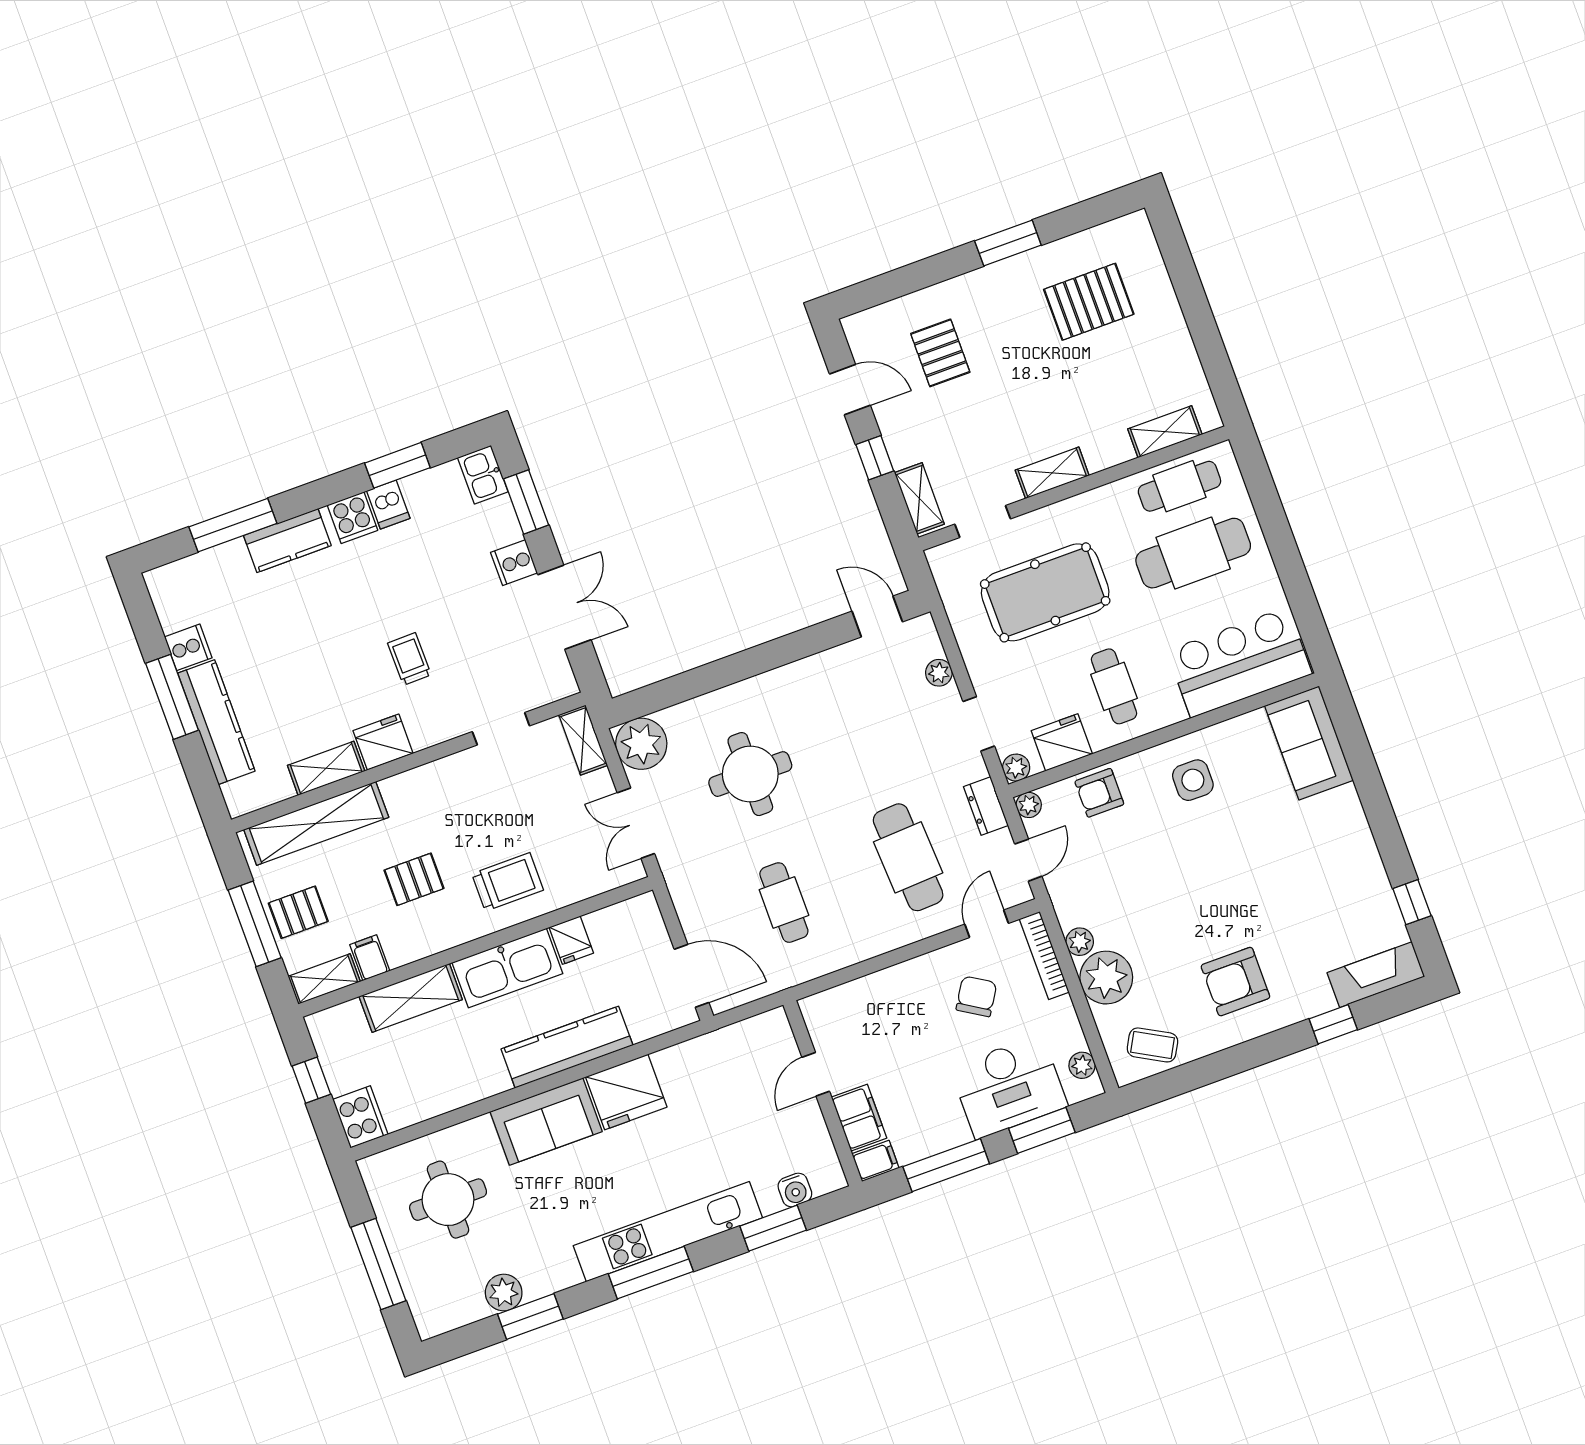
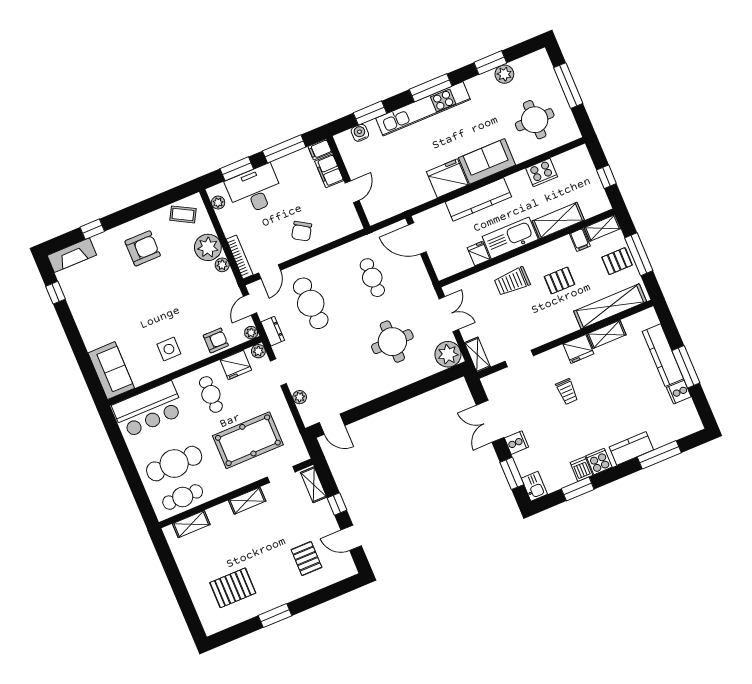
chair: (976, 996) -> (302, 231), moved
cooker: (360, 1117) -> (542, 173), moved, turned -90

